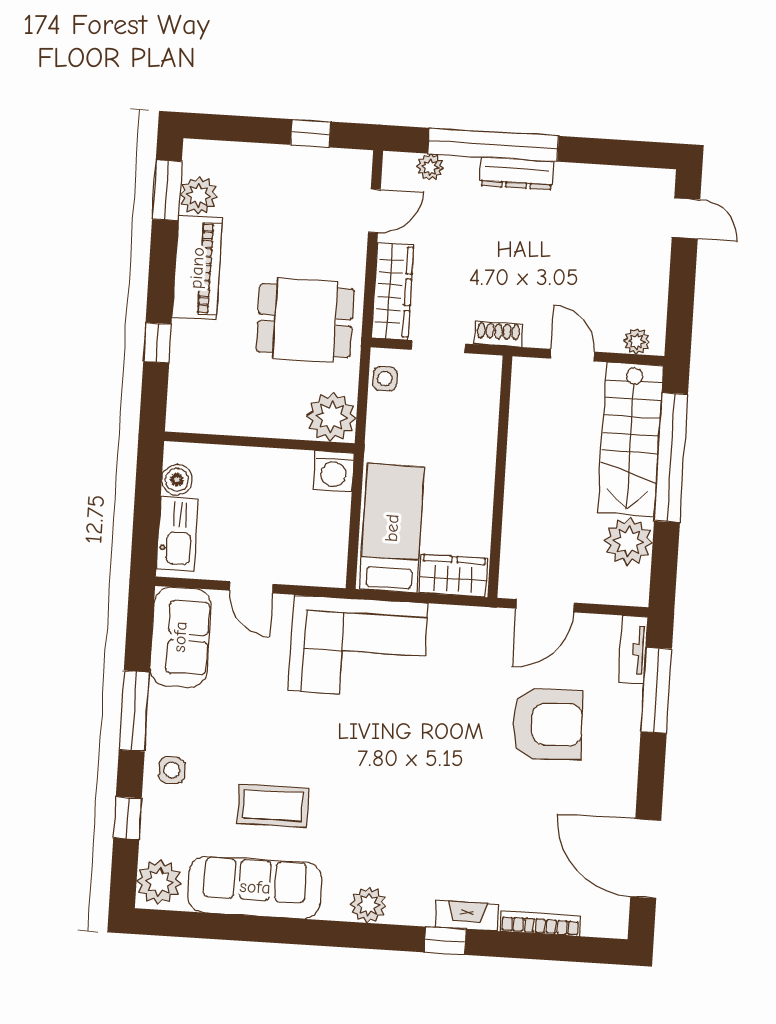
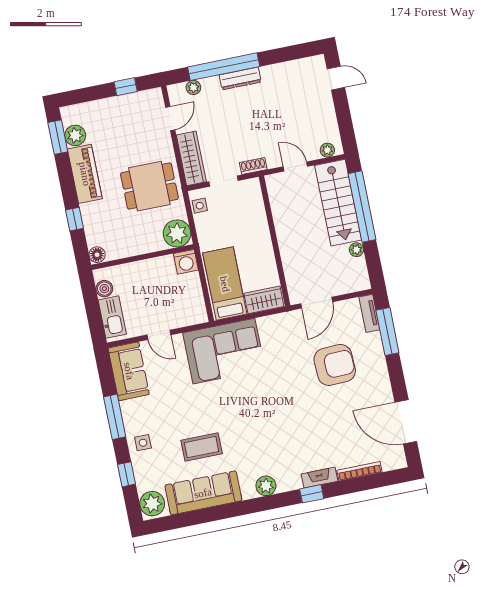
floor lamp: (180, 416) -> (97, 255), added
plant: (629, 542) -> (356, 250), width x0.53, depth x0.53

